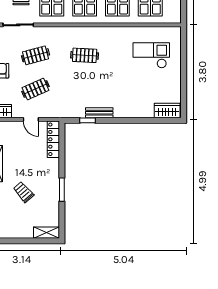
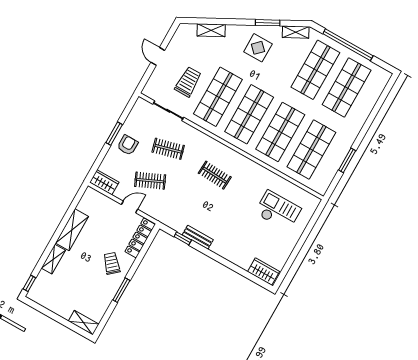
door: (31, 119) -> (129, 207), swing flipped
trolley: (24, 192) -> (112, 263), moved

